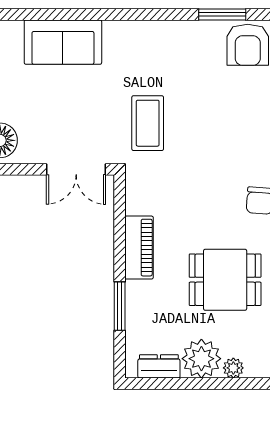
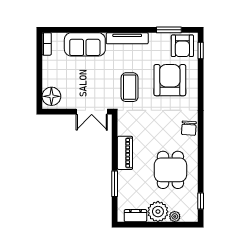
tv unit: (143, 30) -> (127, 38), added
armchair: (224, 110) -> (170, 80), added
dining table: (225, 280) -> (170, 170), turned 90

